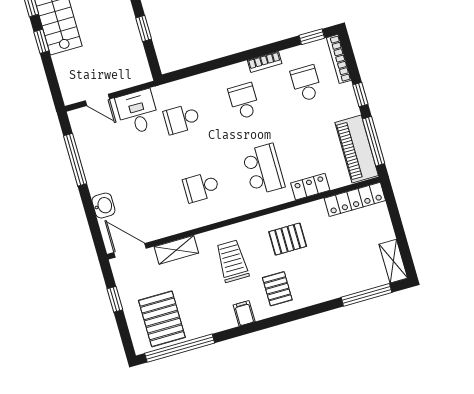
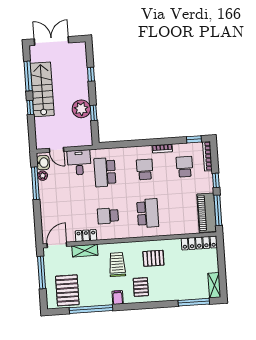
plant: (123, 26) -> (81, 109), added
school desk: (182, 119) -> (105, 172), width x1.85
plant: (84, 145) -> (43, 176), added
locker: (310, 187) -> (86, 236), moved
washbasin: (103, 206) -> (43, 163), moved
door: (130, 250) -> (57, 245), hinge flipped
window: (115, 299) -> (41, 272), width x2.17
window: (180, 348) -> (91, 309), moved

